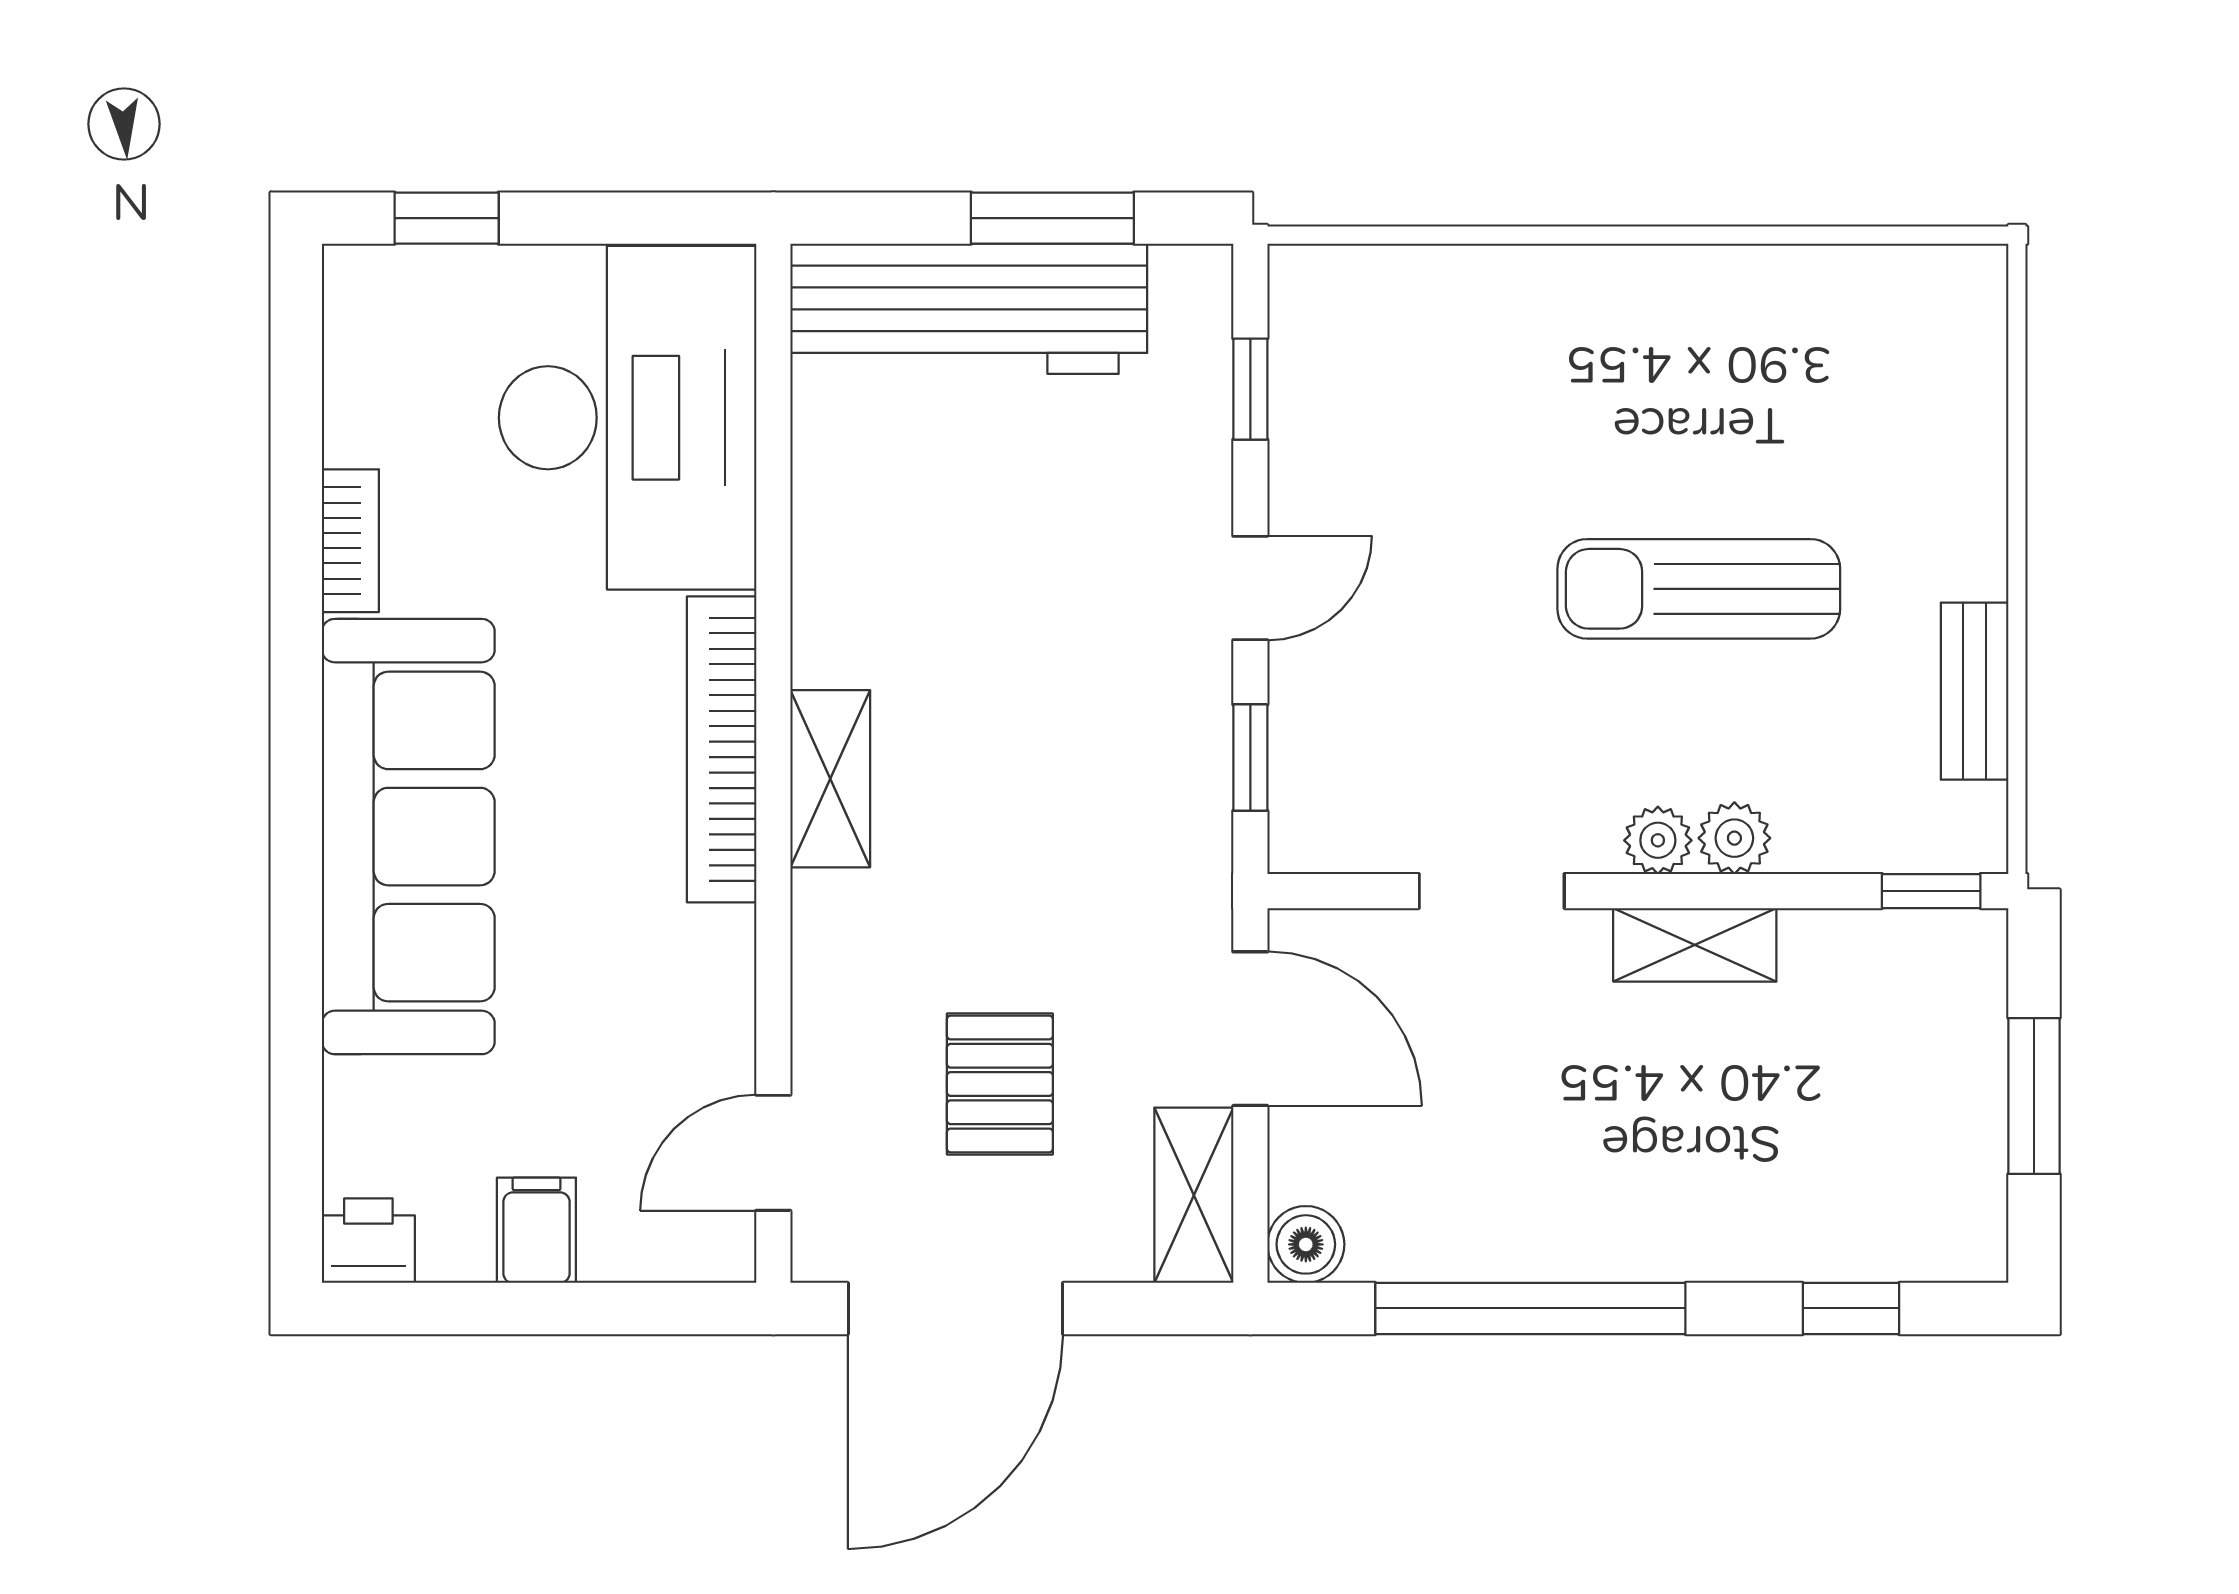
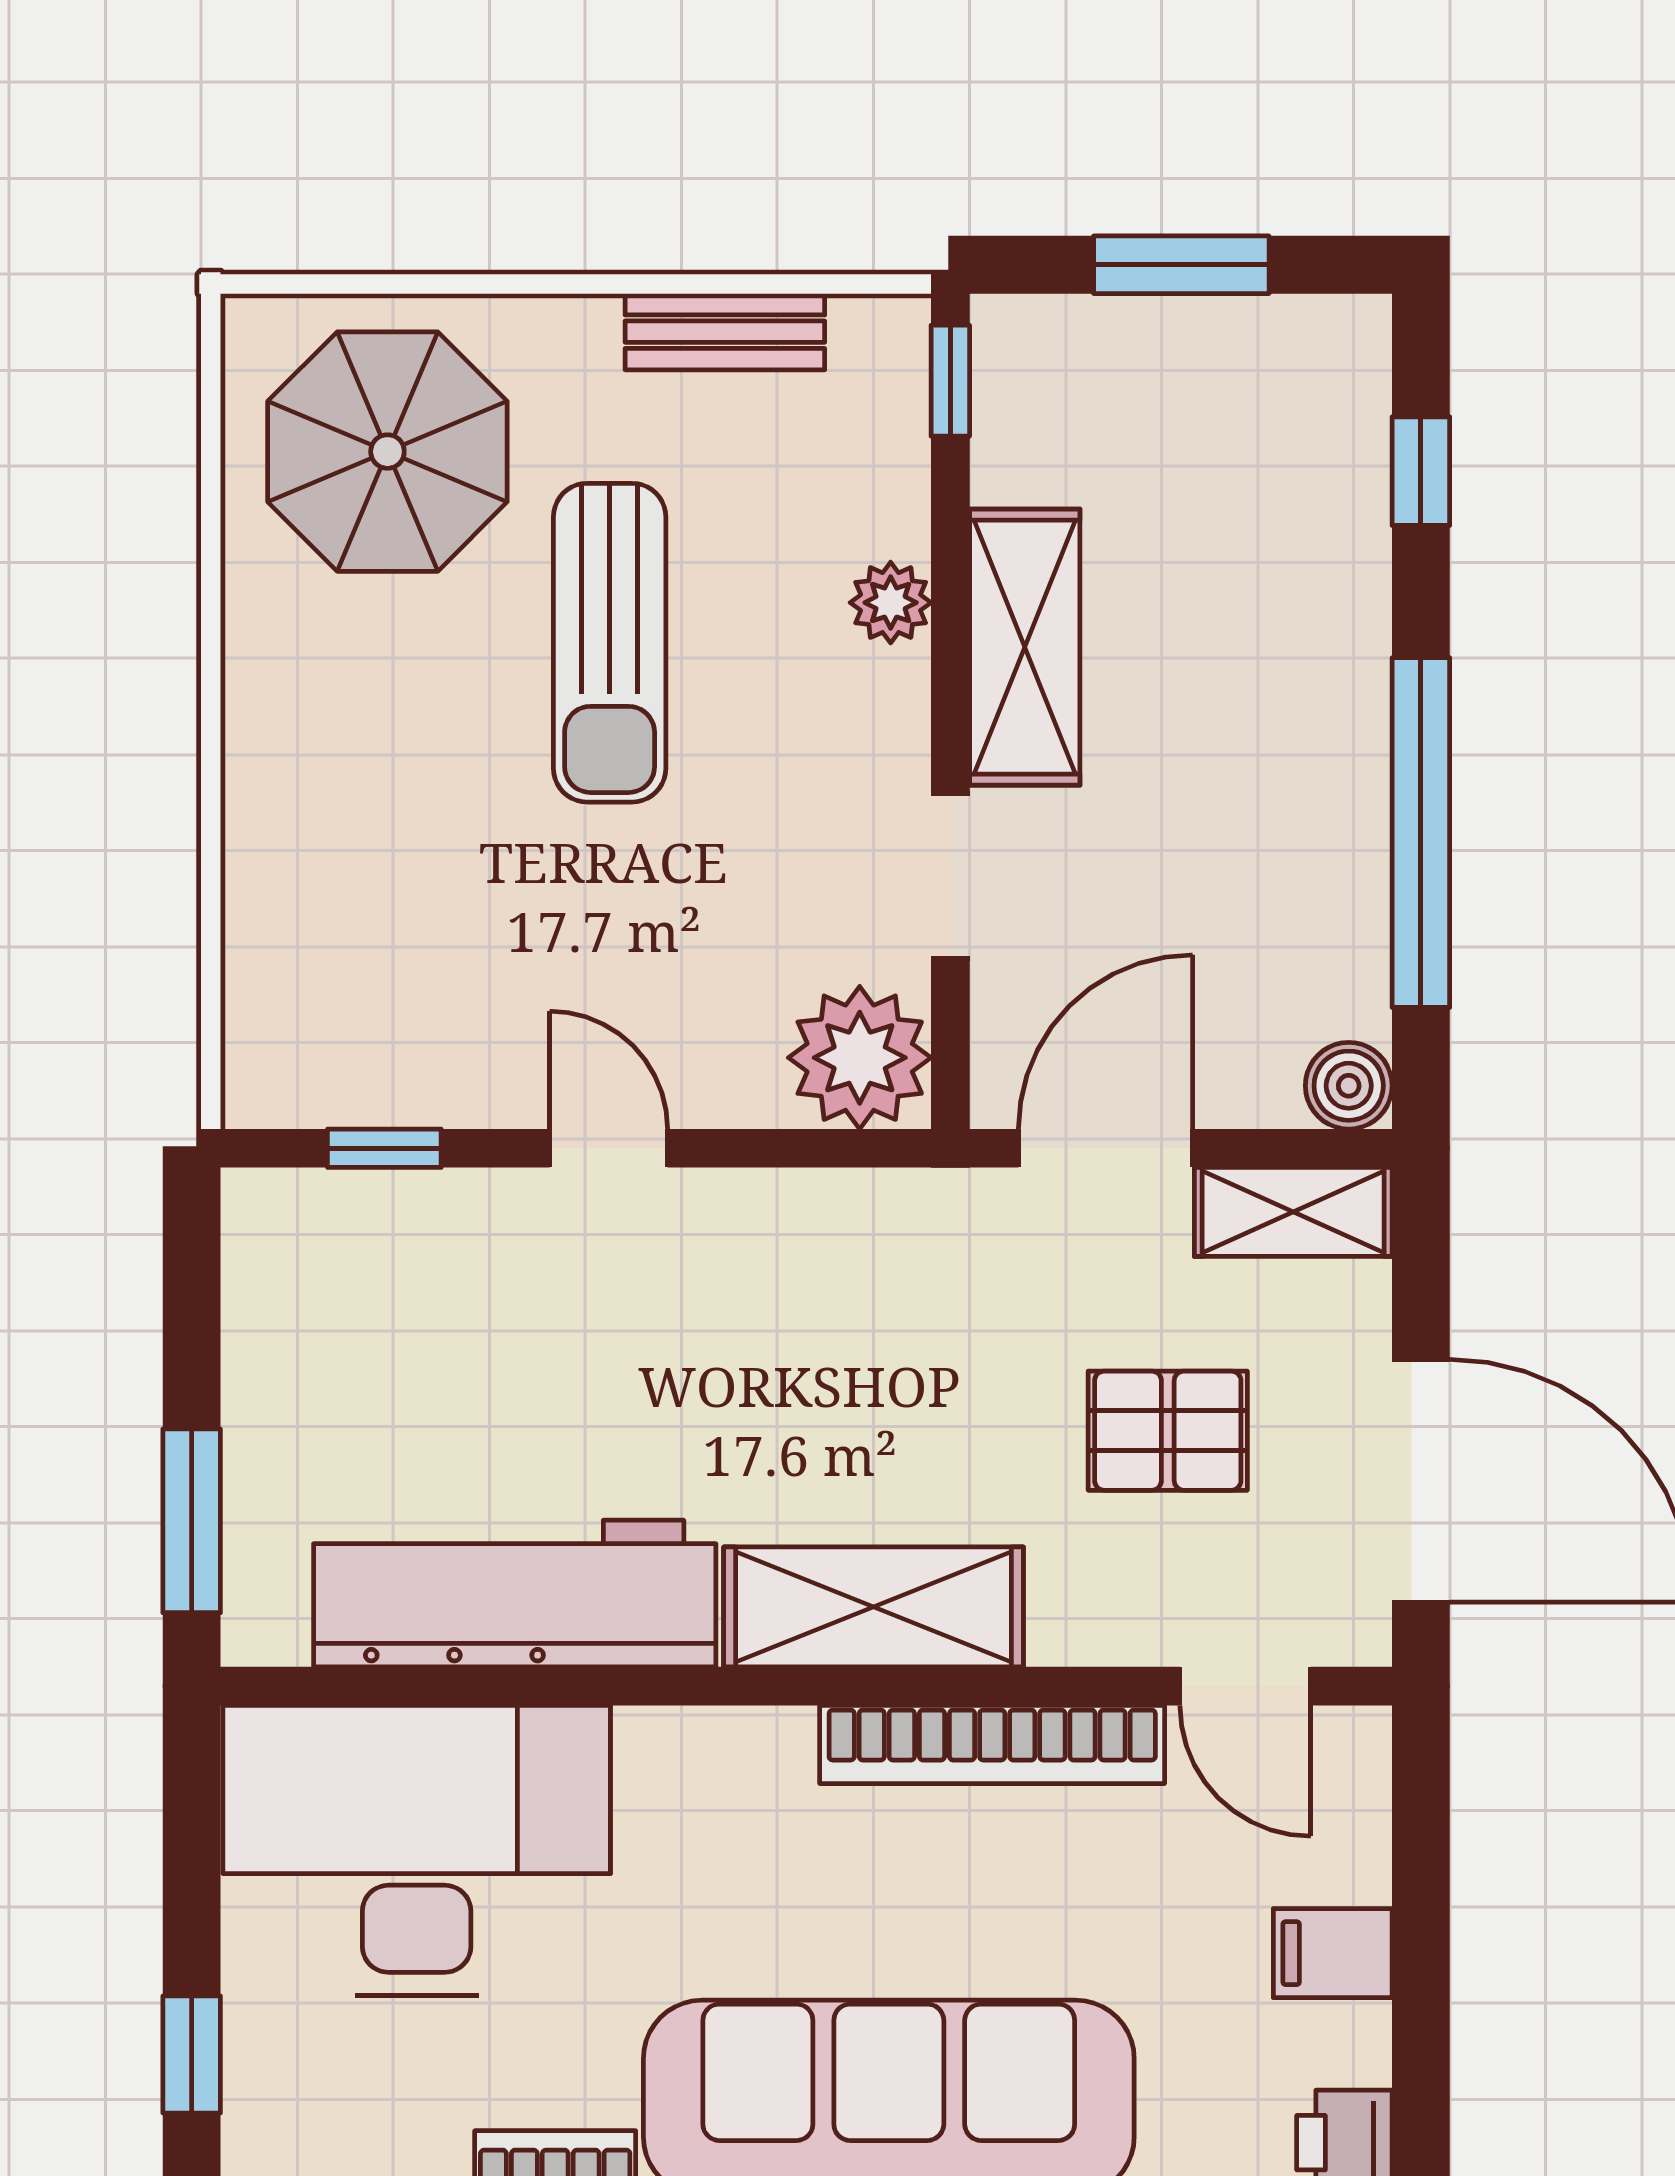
window: (1052, 218) -> (192, 1521), moved
workbench: (969, 309) -> (515, 1594), moved, turned -90
parasol: (1868, 392) -> (387, 452), added
bookcase: (722, 749) -> (992, 1744), moved
window: (1250, 758) -> (800, 1148), removed
shelving: (830, 779) -> (874, 1607), width x1.50, depth x1.33
plant: (1658, 840) -> (860, 1058), moved, width x1.88, depth x1.88
shelving: (1695, 945) -> (1025, 647), width x1.50, depth x1.33

